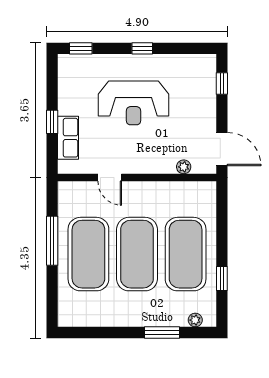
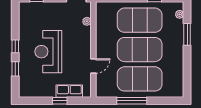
window: (81, 48) -> (15, 69), moved
reception desk: (134, 103) -> (48, 52), turned 180

